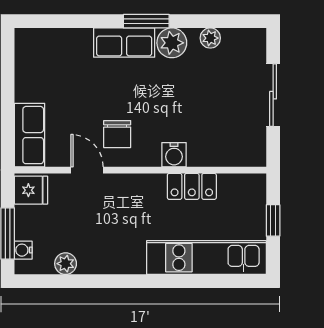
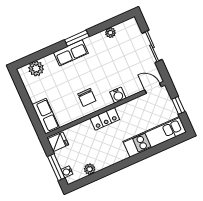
plant: (172, 43) -> (36, 68), moved
door: (87, 170) -> (153, 88), moved
locker: (192, 186) -> (105, 119), moved

